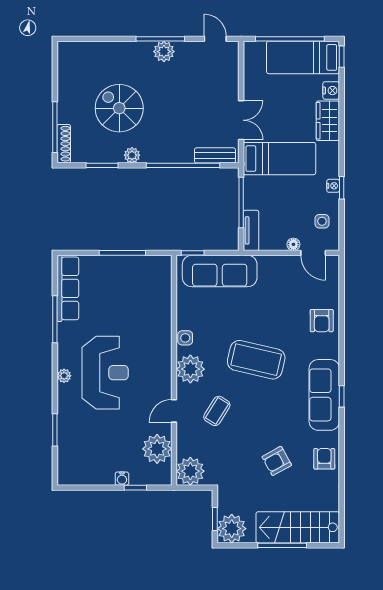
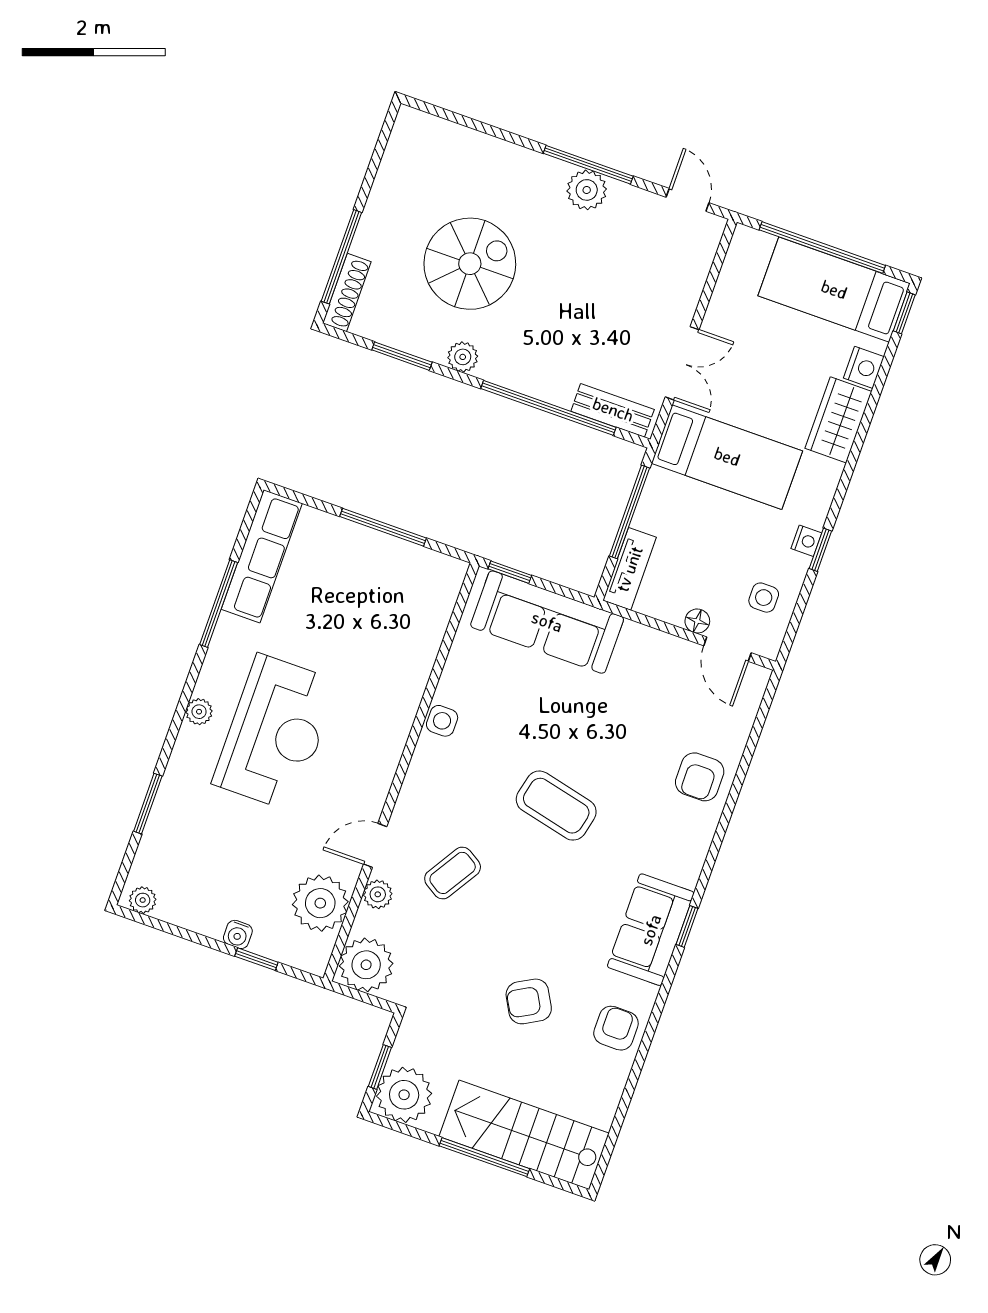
spiral stairs: (119, 108) -> (470, 264), turned 90
coffee table: (256, 360) -> (556, 806), width x0.73, depth x0.76
plant: (190, 369) -> (378, 894), moved, width x0.53, depth x0.53
sofa: (324, 395) -> (651, 930), width x0.73
plant: (69, 478) -> (143, 900), added

